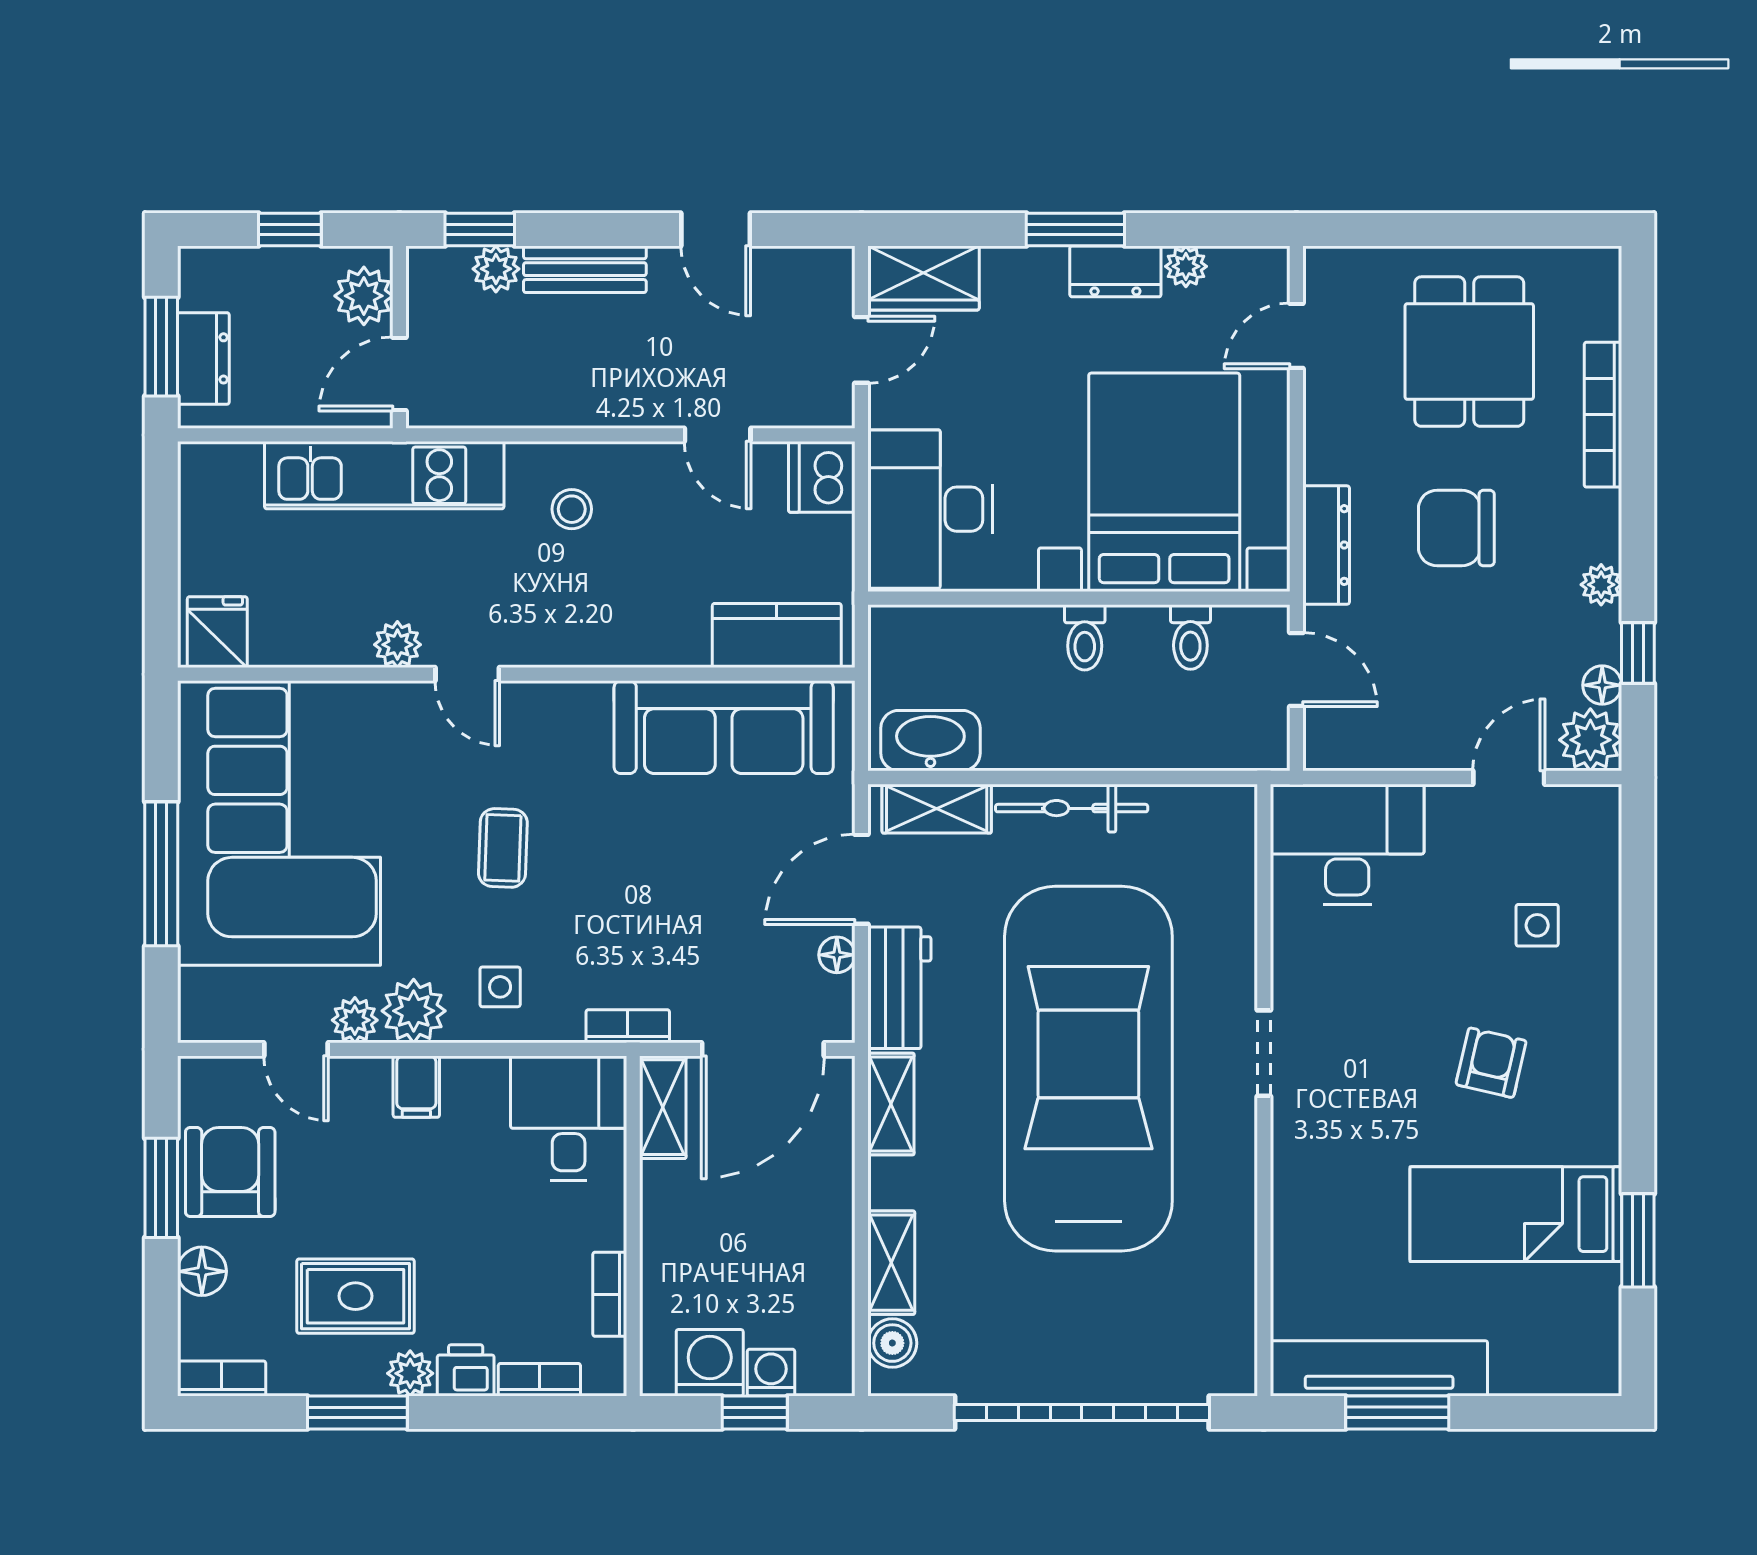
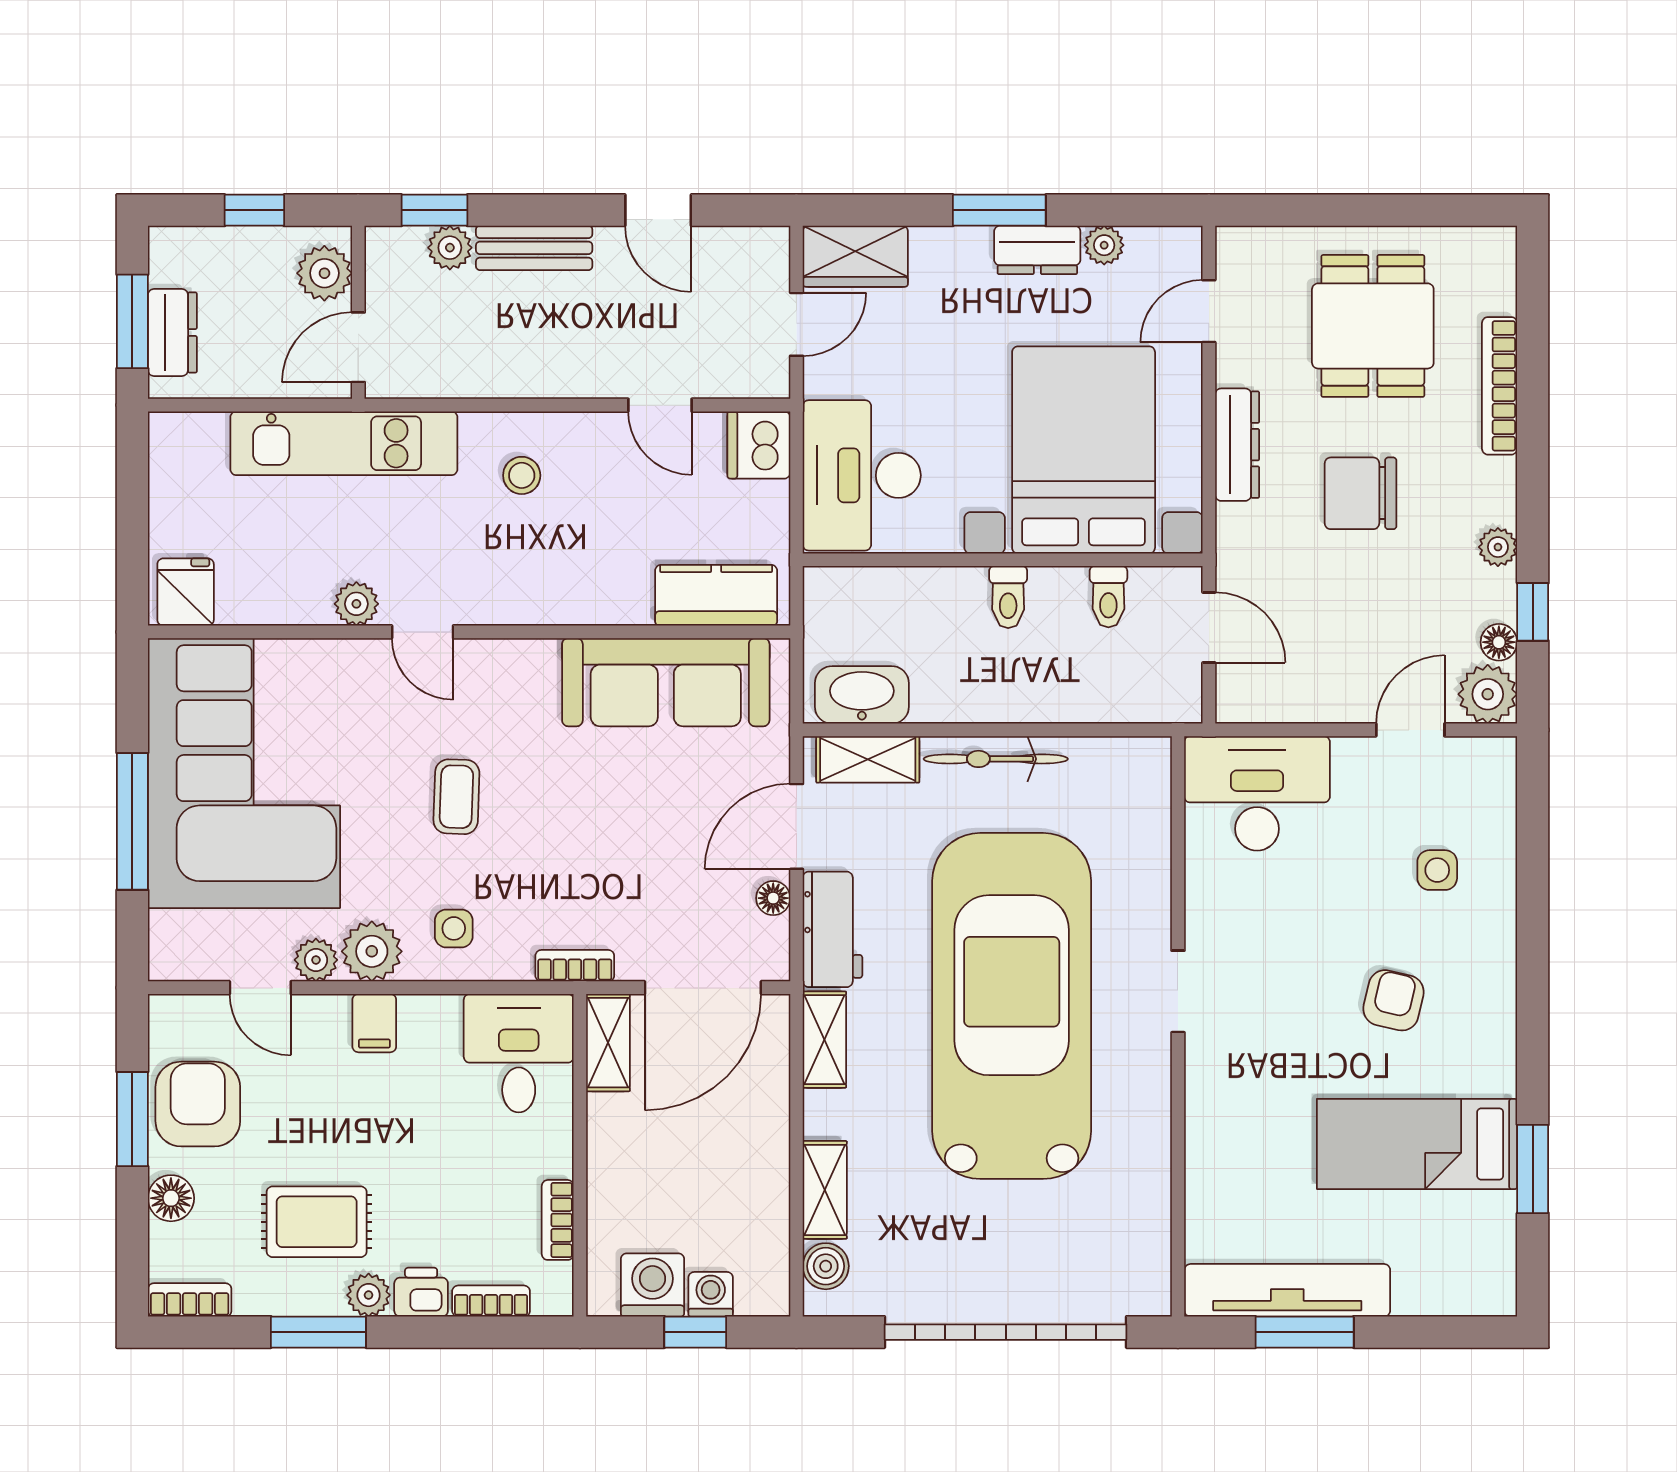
dresser: (1326, 545) -> (1237, 445), moved

